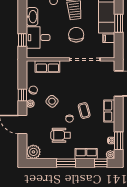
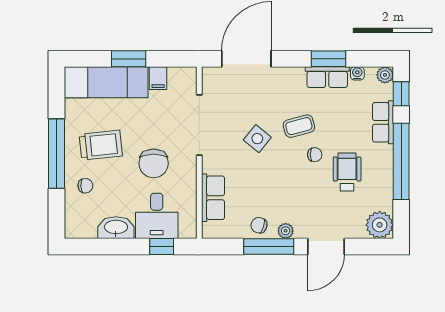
chair: (76, 35) -> (154, 163), moved, turned -90
window: (22, 95) -> (269, 246), width x2.17
side table: (52, 101) -> (257, 139), moved
row of seats: (109, 111) -> (327, 77), moved
wheelchair: (61, 135) -> (347, 172), turned 180
window: (119, 141) -> (329, 59), moved
window: (66, 163) -> (401, 161), width x2.11

